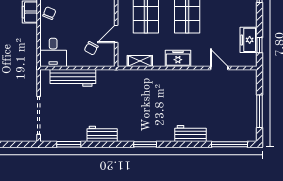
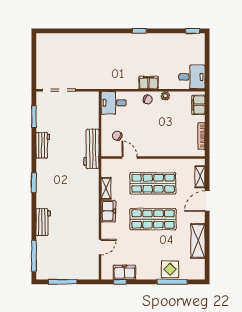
shelving: (140, 61) -> (106, 188), moved
workbench: (73, 78) -> (91, 149), moved

